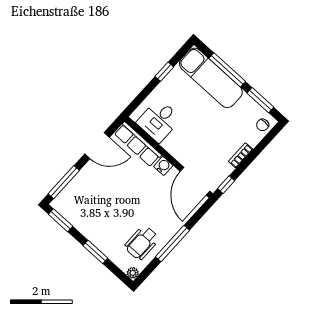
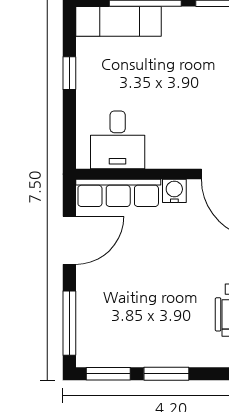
exam couch: (211, 78) -> (118, 21), width x0.73, depth x0.69
window: (95, 252) -> (166, 374), moved

